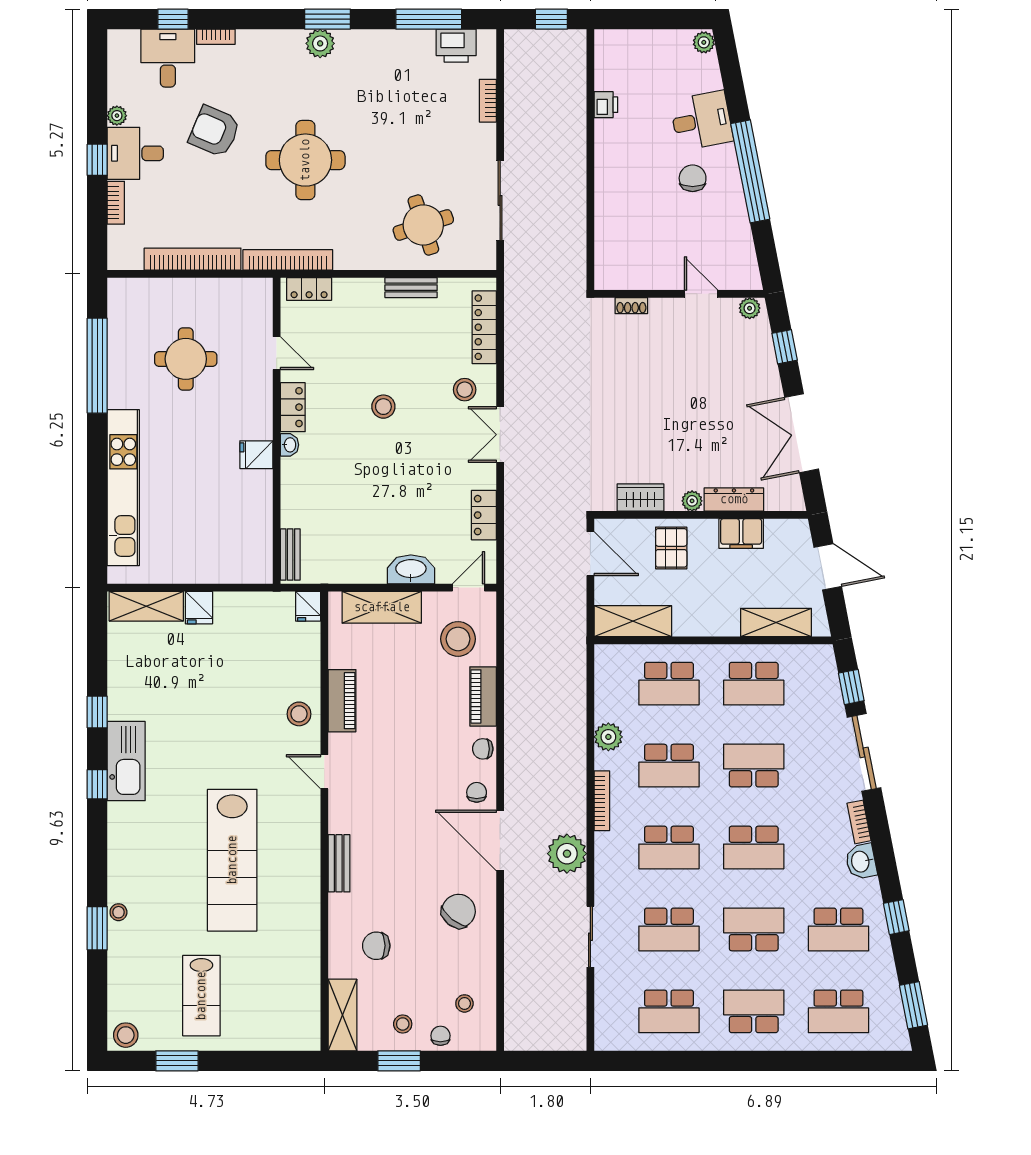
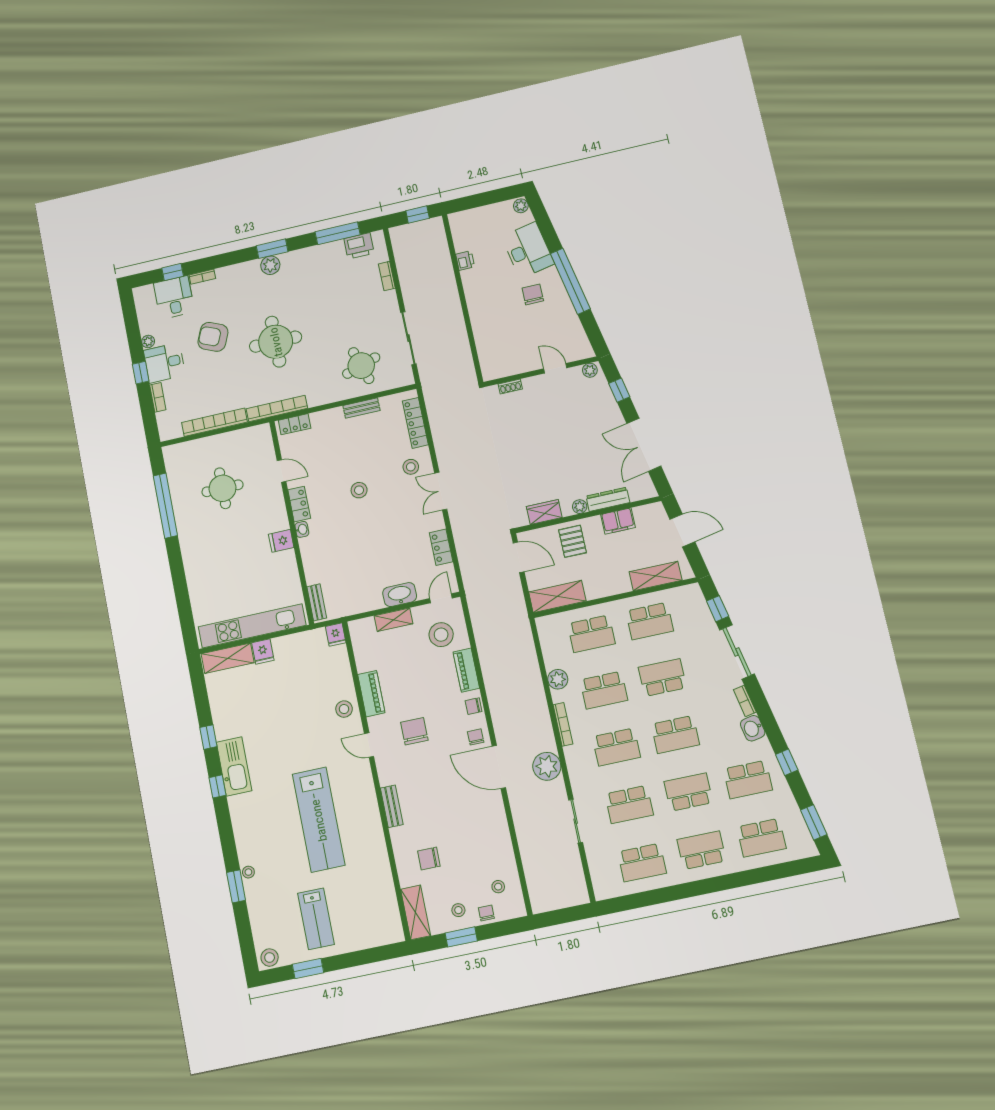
desk: (701, 121) -> (528, 250), width x1.37
kitchen unit: (123, 488) -> (252, 626), moved, turned -90
shelving: (382, 607) -> (394, 620), width x0.67, depth x0.75
chair: (459, 911) -> (414, 731), moved, turned -39

